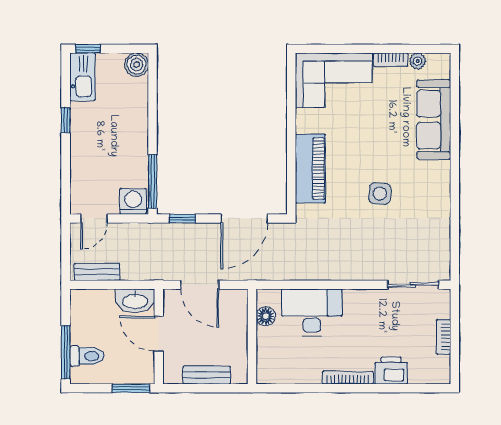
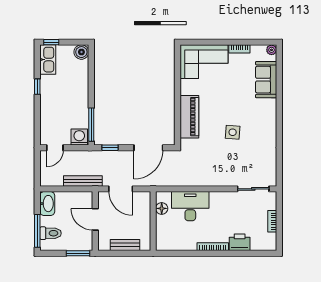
plant: (418, 61) -> (272, 50), moved
sofa: (434, 120) -> (266, 80), width x0.73
bench: (97, 272) -> (83, 181), moved, width x1.36
washbasin: (135, 301) -> (47, 204), moved, turned -90

